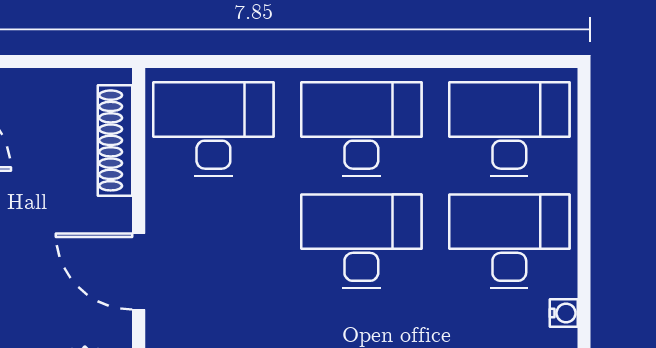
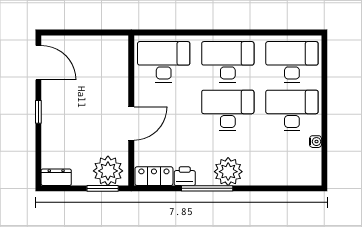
shoe rack: (115, 140) -> (121, 67), removed
door: (139, 271) -> (131, 124), swing flipped

